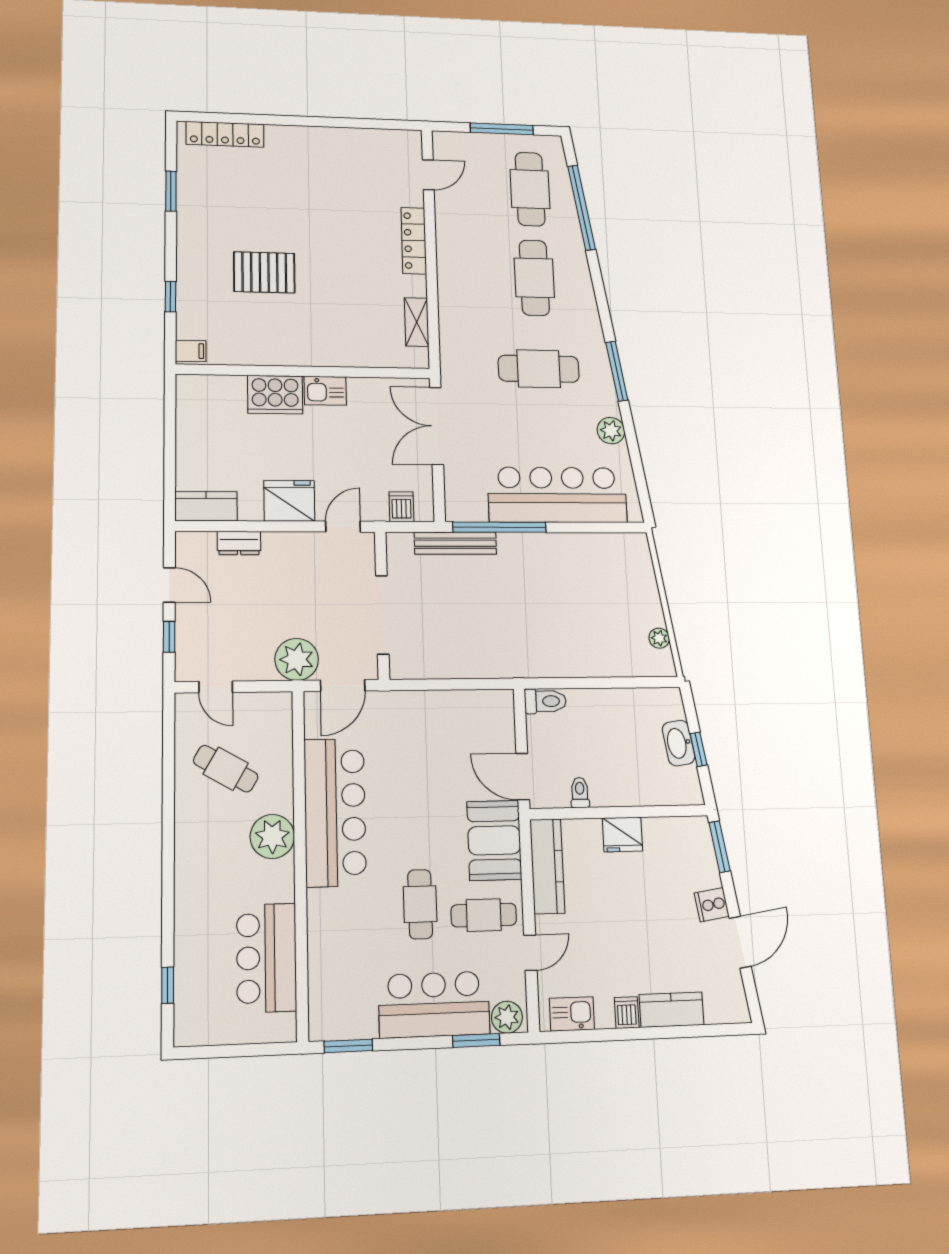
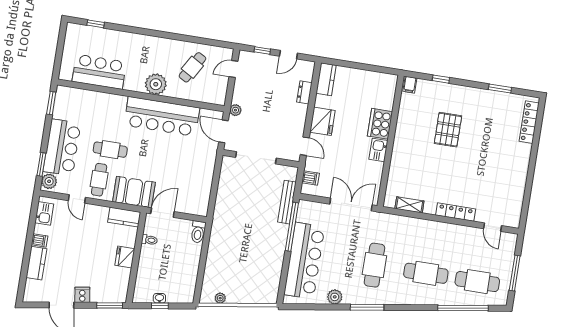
plant: (297, 659) -> (235, 110), width x0.53, depth x0.53
washbasin: (679, 743) -> (159, 298), width x0.52, depth x0.69
kitchen counter: (547, 866) -> (124, 217), width x0.67

